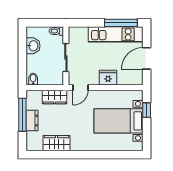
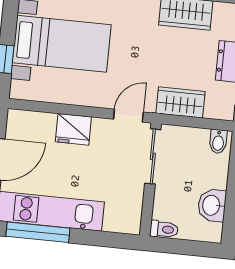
sliding door: (66, 57) -> (153, 156), moved

